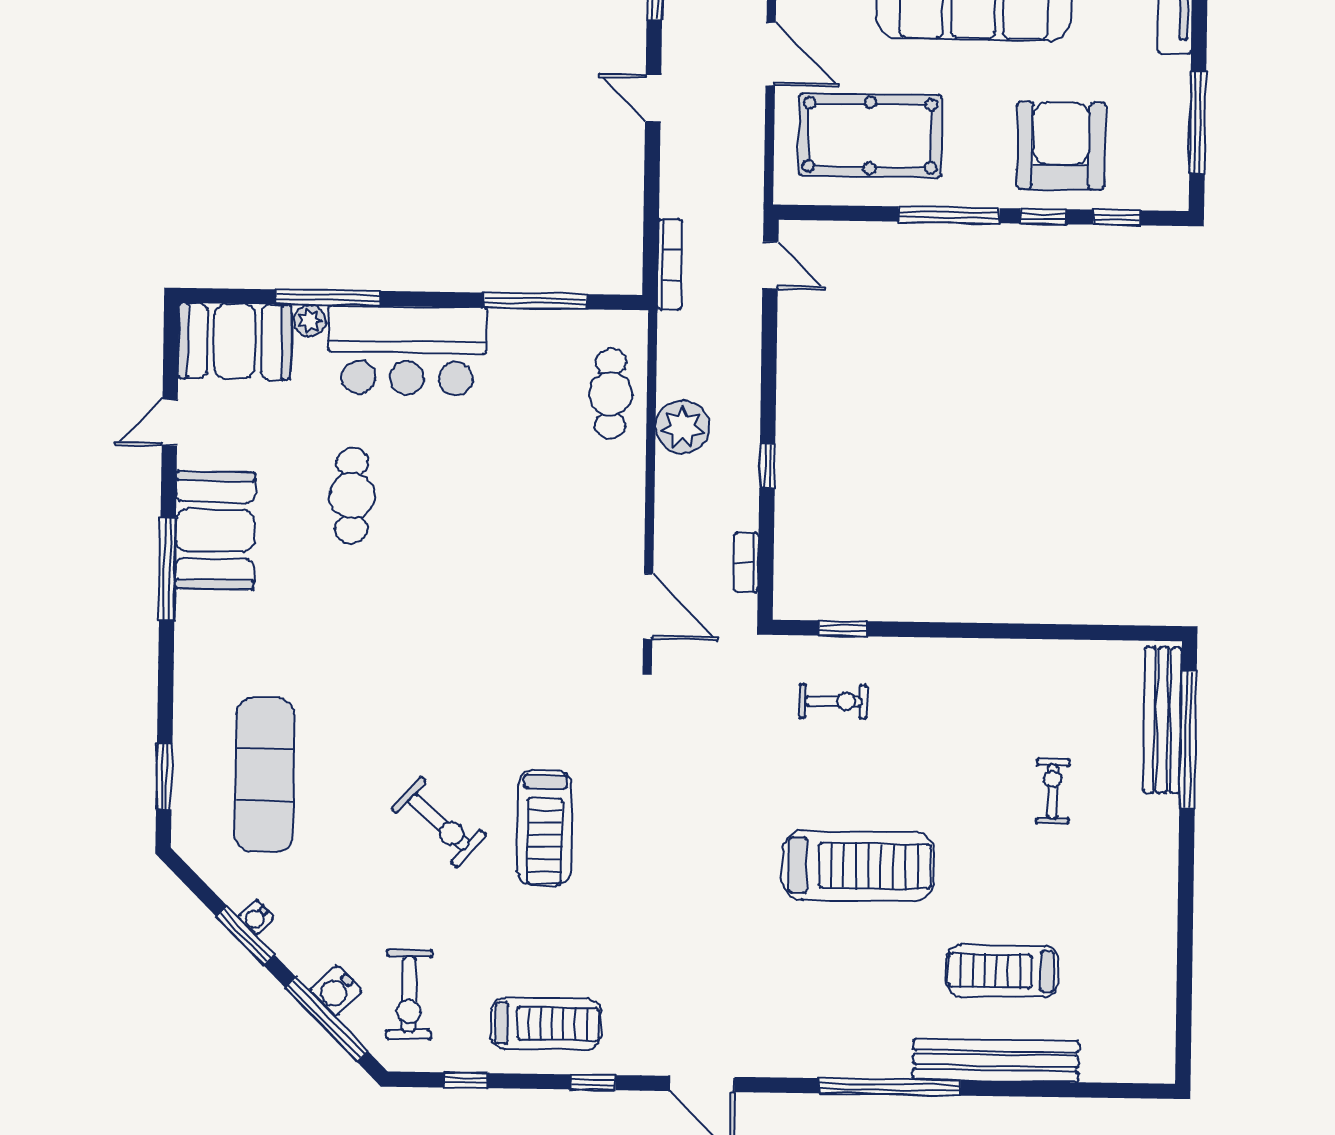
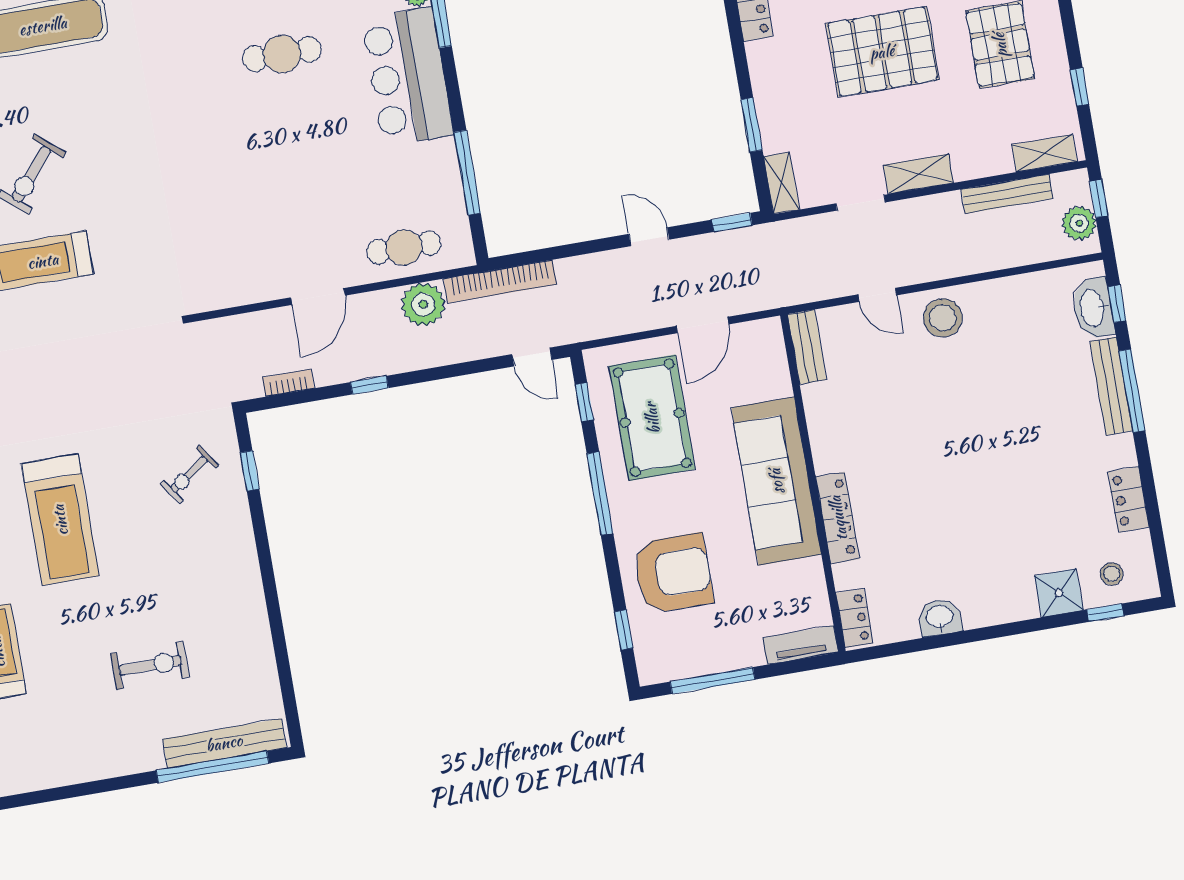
door: (653, 98) -> (649, 237), hinge flipped
window: (1043, 216) -> (584, 402), moved
bookcase: (670, 264) -> (500, 282), width x1.48, depth x1.31
door: (770, 265) -> (532, 357), hinge flipped
plant: (682, 427) -> (423, 304), moved
door: (648, 607) -> (318, 296), moved
exercise bike: (833, 701) -> (189, 474), turned 55
exercise bike: (1053, 791) -> (150, 665), width x1.38, depth x1.39

